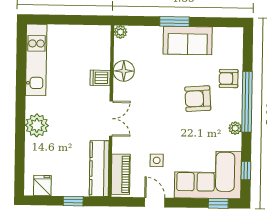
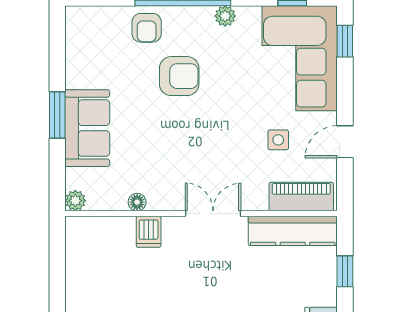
sofa: (188, 41) -> (87, 128), moved
floor lamp: (124, 71) -> (137, 202), width x0.53, depth x0.53
armchair: (198, 99) -> (179, 76), turned -86

